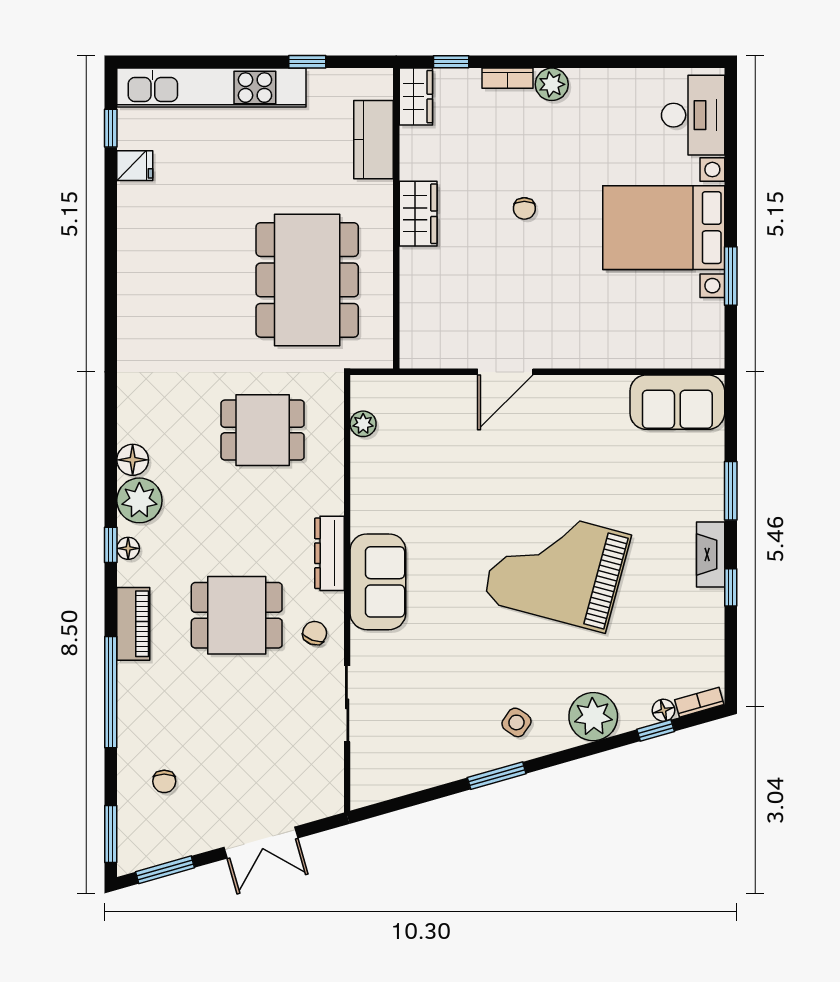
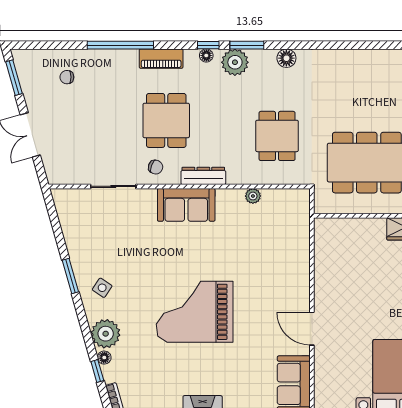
door: (505, 372) -> (312, 329), moved
plant: (363, 424) -> (253, 196), moved
floor lamp: (133, 460) -> (286, 58), moved
grand piano: (557, 568) -> (195, 312), turned -105
floor lamp: (663, 710) -> (104, 358), moved
window: (111, 834) -> (247, 45), moved

